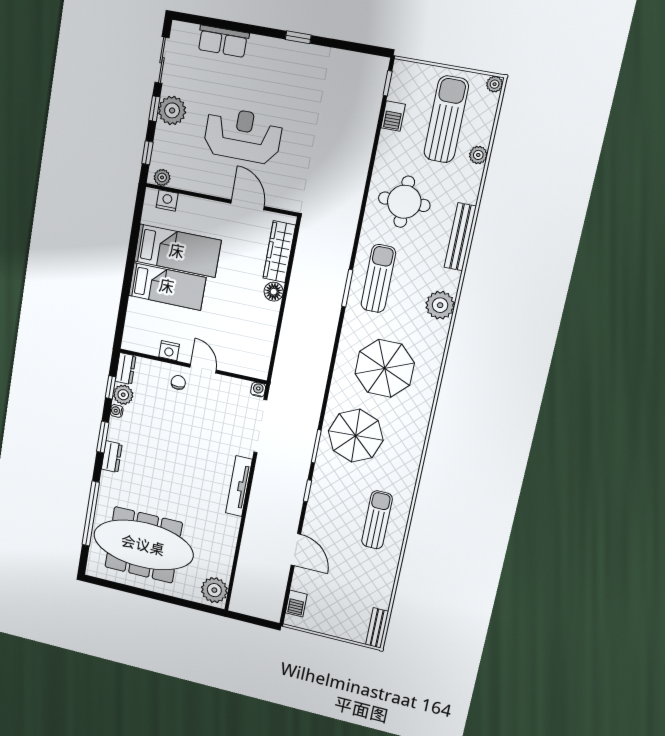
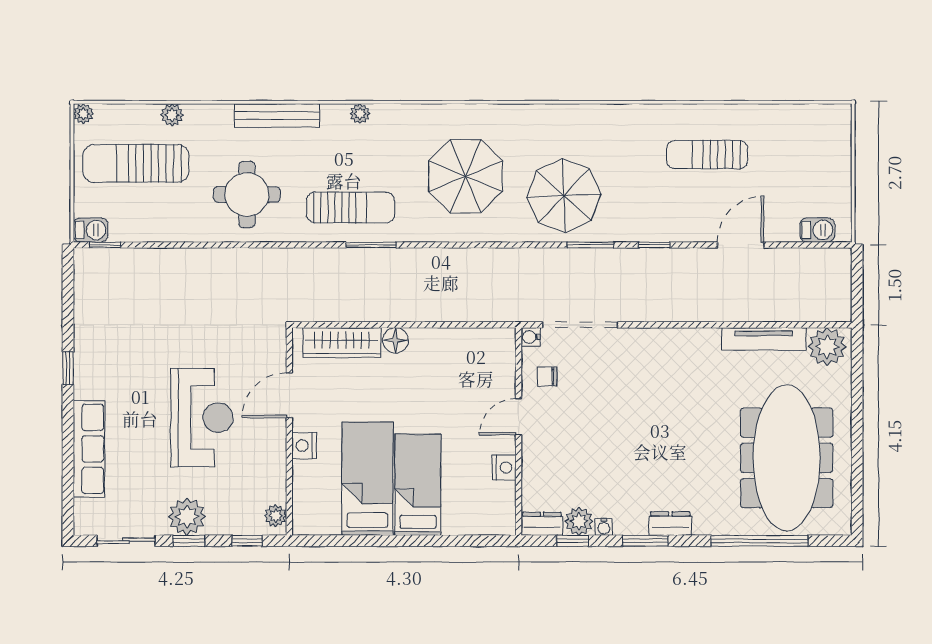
row of seats: (223, 41) -> (89, 449), width x1.48
barbecue: (393, 116) -> (91, 230), moved
reception desk: (243, 135) -> (202, 418), turned 180
nightstand: (167, 200) -> (304, 446), moved
sun lounger: (378, 278) -> (351, 208), turned 180
plant: (440, 305) -> (360, 114), width x0.53, depth x0.53
chair: (178, 382) -> (547, 377), moved
tv unit: (239, 486) -> (764, 339), moved
sun lounger: (377, 520) -> (707, 155), moved
bench: (377, 628) -> (824, 114), removed

